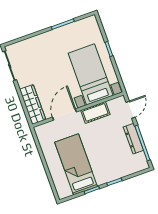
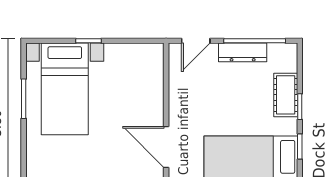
bed with nightstands: (91, 74) -> (65, 89), moved, turned -90
door: (131, 110) -> (196, 41), swing flipped
cot: (95, 112) -> (286, 95), moved

